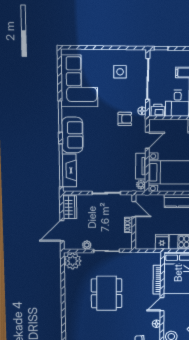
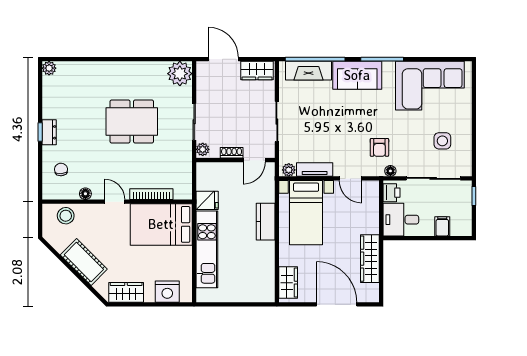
plant: (87, 245) -> (203, 149), moved

